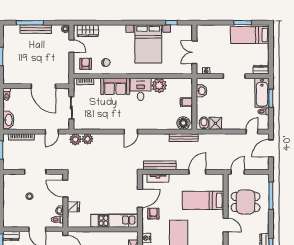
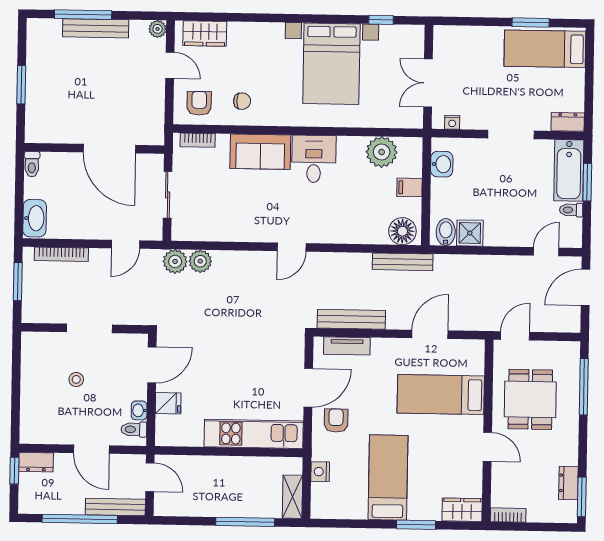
plant: (159, 86) -> (382, 152), moved
door: (65, 189) -> (152, 365), swing flipped
dining table: (246, 202) -> (530, 399), turned 90

